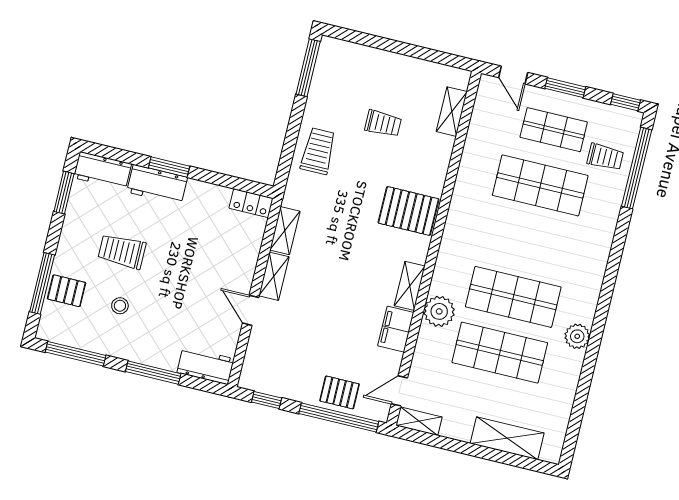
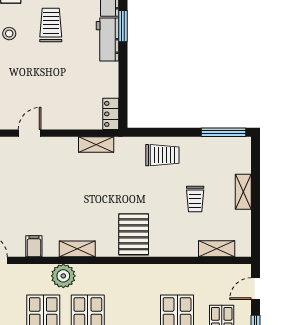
window: (169, 167) -> (123, 26), moved
shelving: (274, 276) -> (243, 192), moved, turned 90
filing cabinet: (396, 329) -> (34, 246), width x0.50

